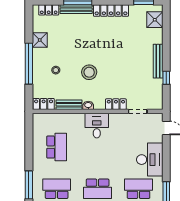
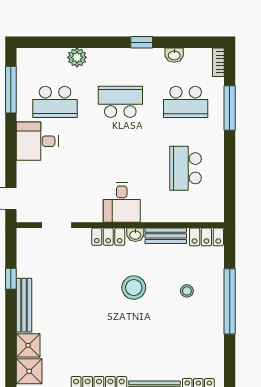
shower: (40, 40) -> (28, 345), moved
locker: (116, 104) -> (108, 237), moved
desk: (150, 160) -> (37, 141), width x0.73

